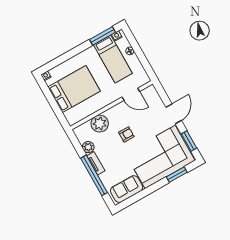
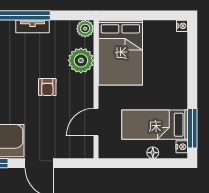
bed: (74, 89) -> (120, 53), moved
plant: (88, 147) -> (85, 29), moved

